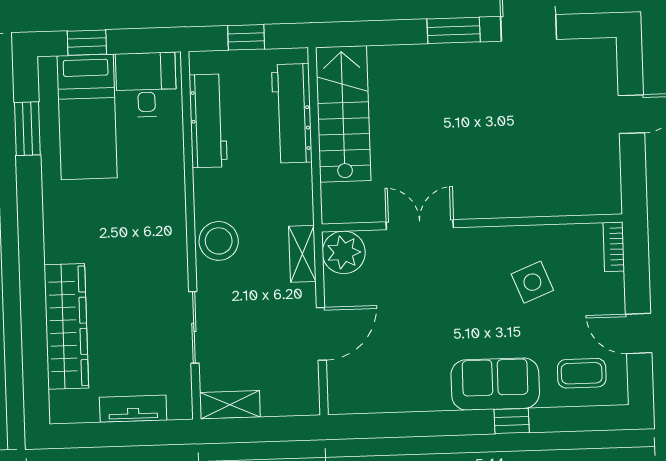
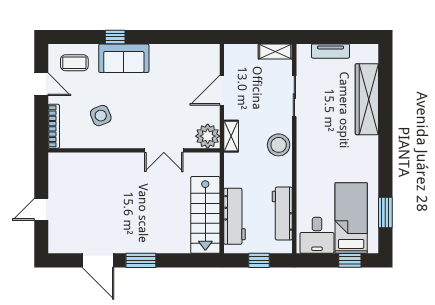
bookcase: (614, 247) -> (54, 126), width x1.56

